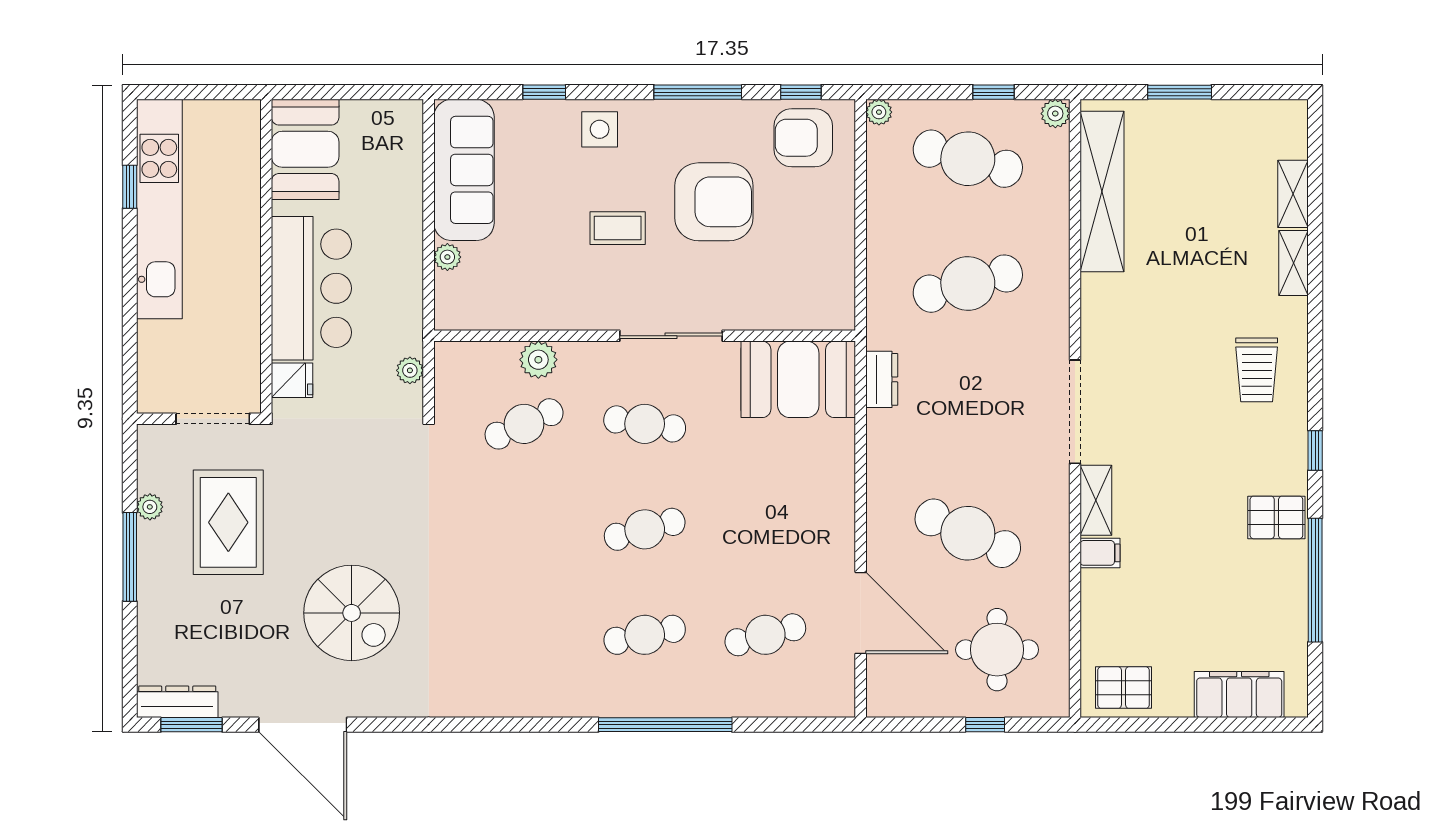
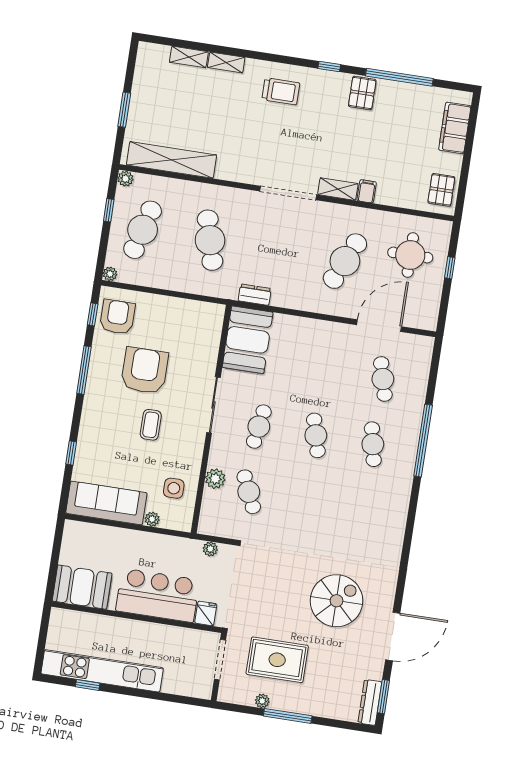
side table: (600, 129) -> (174, 488), moved
armchair: (803, 138) -> (117, 317), turned 180

